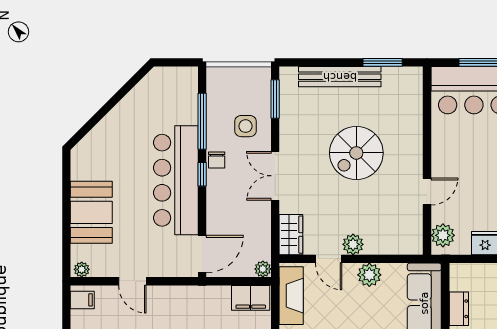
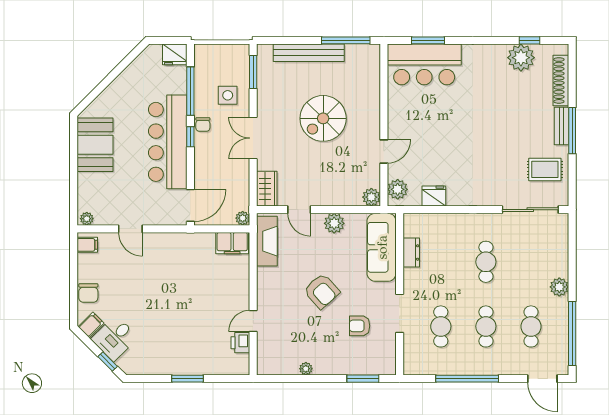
window: (383, 62) -> (346, 40), width x1.44
fridge: (184, 79) -> (175, 54), added
booth: (91, 212) -> (95, 145), moved
plant: (353, 244) -> (371, 197), moved

